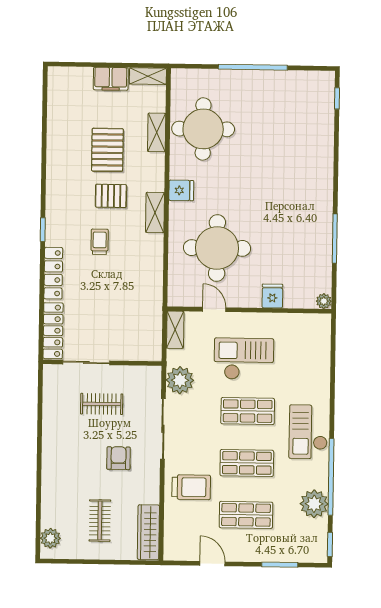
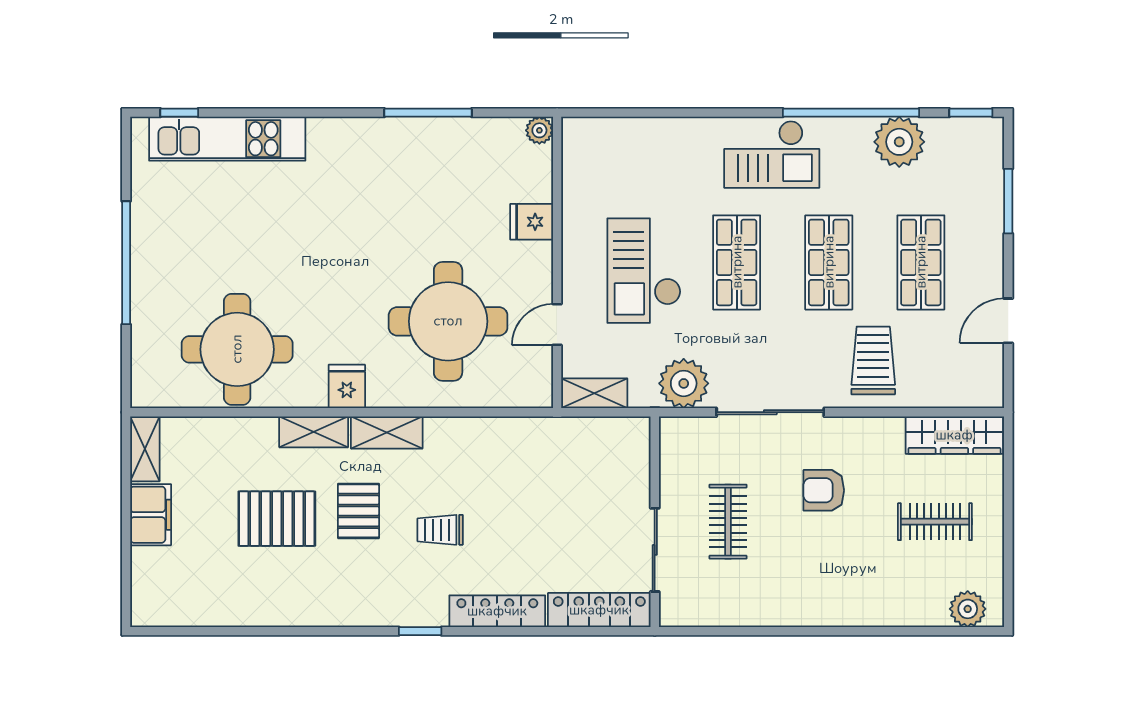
kitchen unit: (322, 125) -> (227, 139), added
shelving: (157, 132) -> (314, 432), moved

